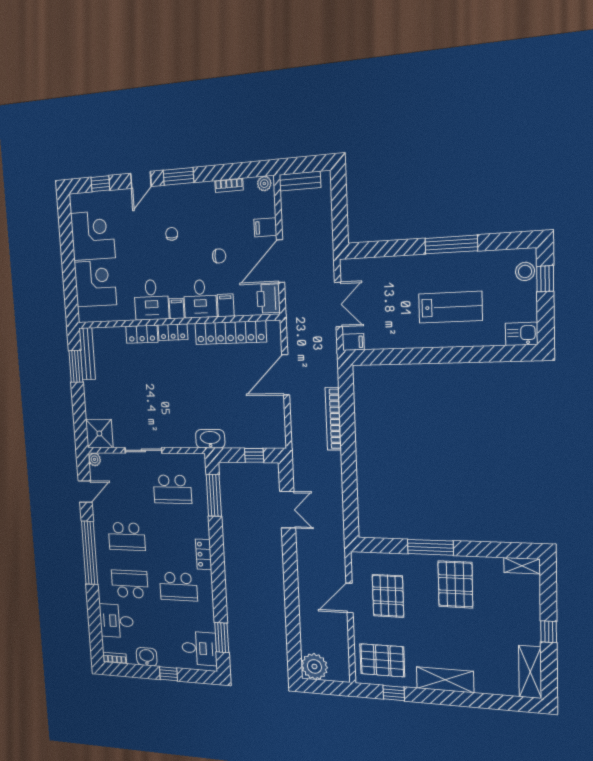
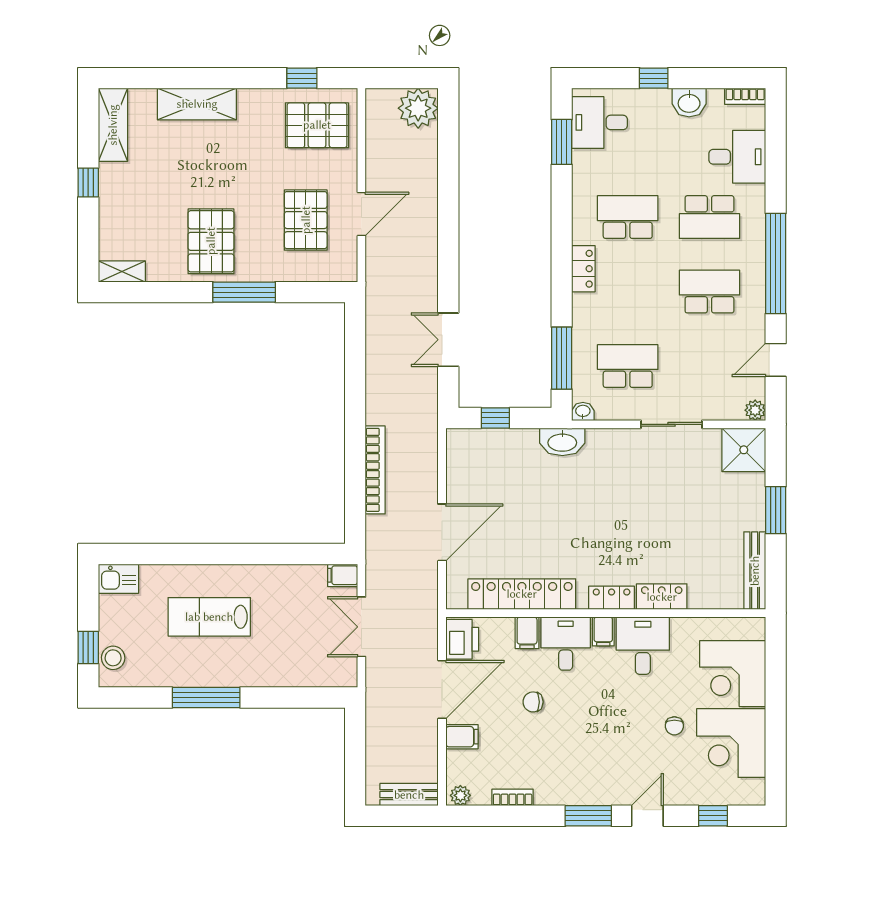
chair: (172, 234) -> (674, 726), moved
window: (76, 366) -> (776, 510), moved
washbasin: (198, 459) -> (583, 411), added
shelving: (445, 680) -> (197, 104), moved

